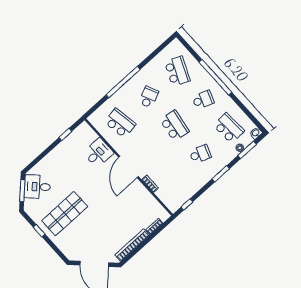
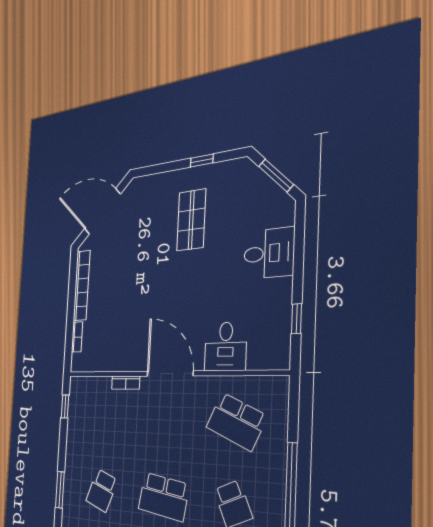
school desk: (120, 123) -> (236, 422), turned 33
desk: (37, 187) -> (269, 253), moved, turned 45
shop shelf: (65, 214) -> (191, 220), width x0.70, depth x0.74

